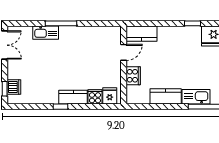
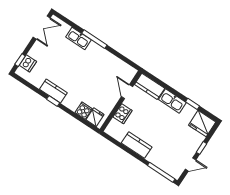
door: (124, 52) -> (127, 92), swing flipped
kitchen counter: (73, 97) -> (53, 91), moved
kitchen sink: (196, 97) -> (172, 101), moved, turned 180

